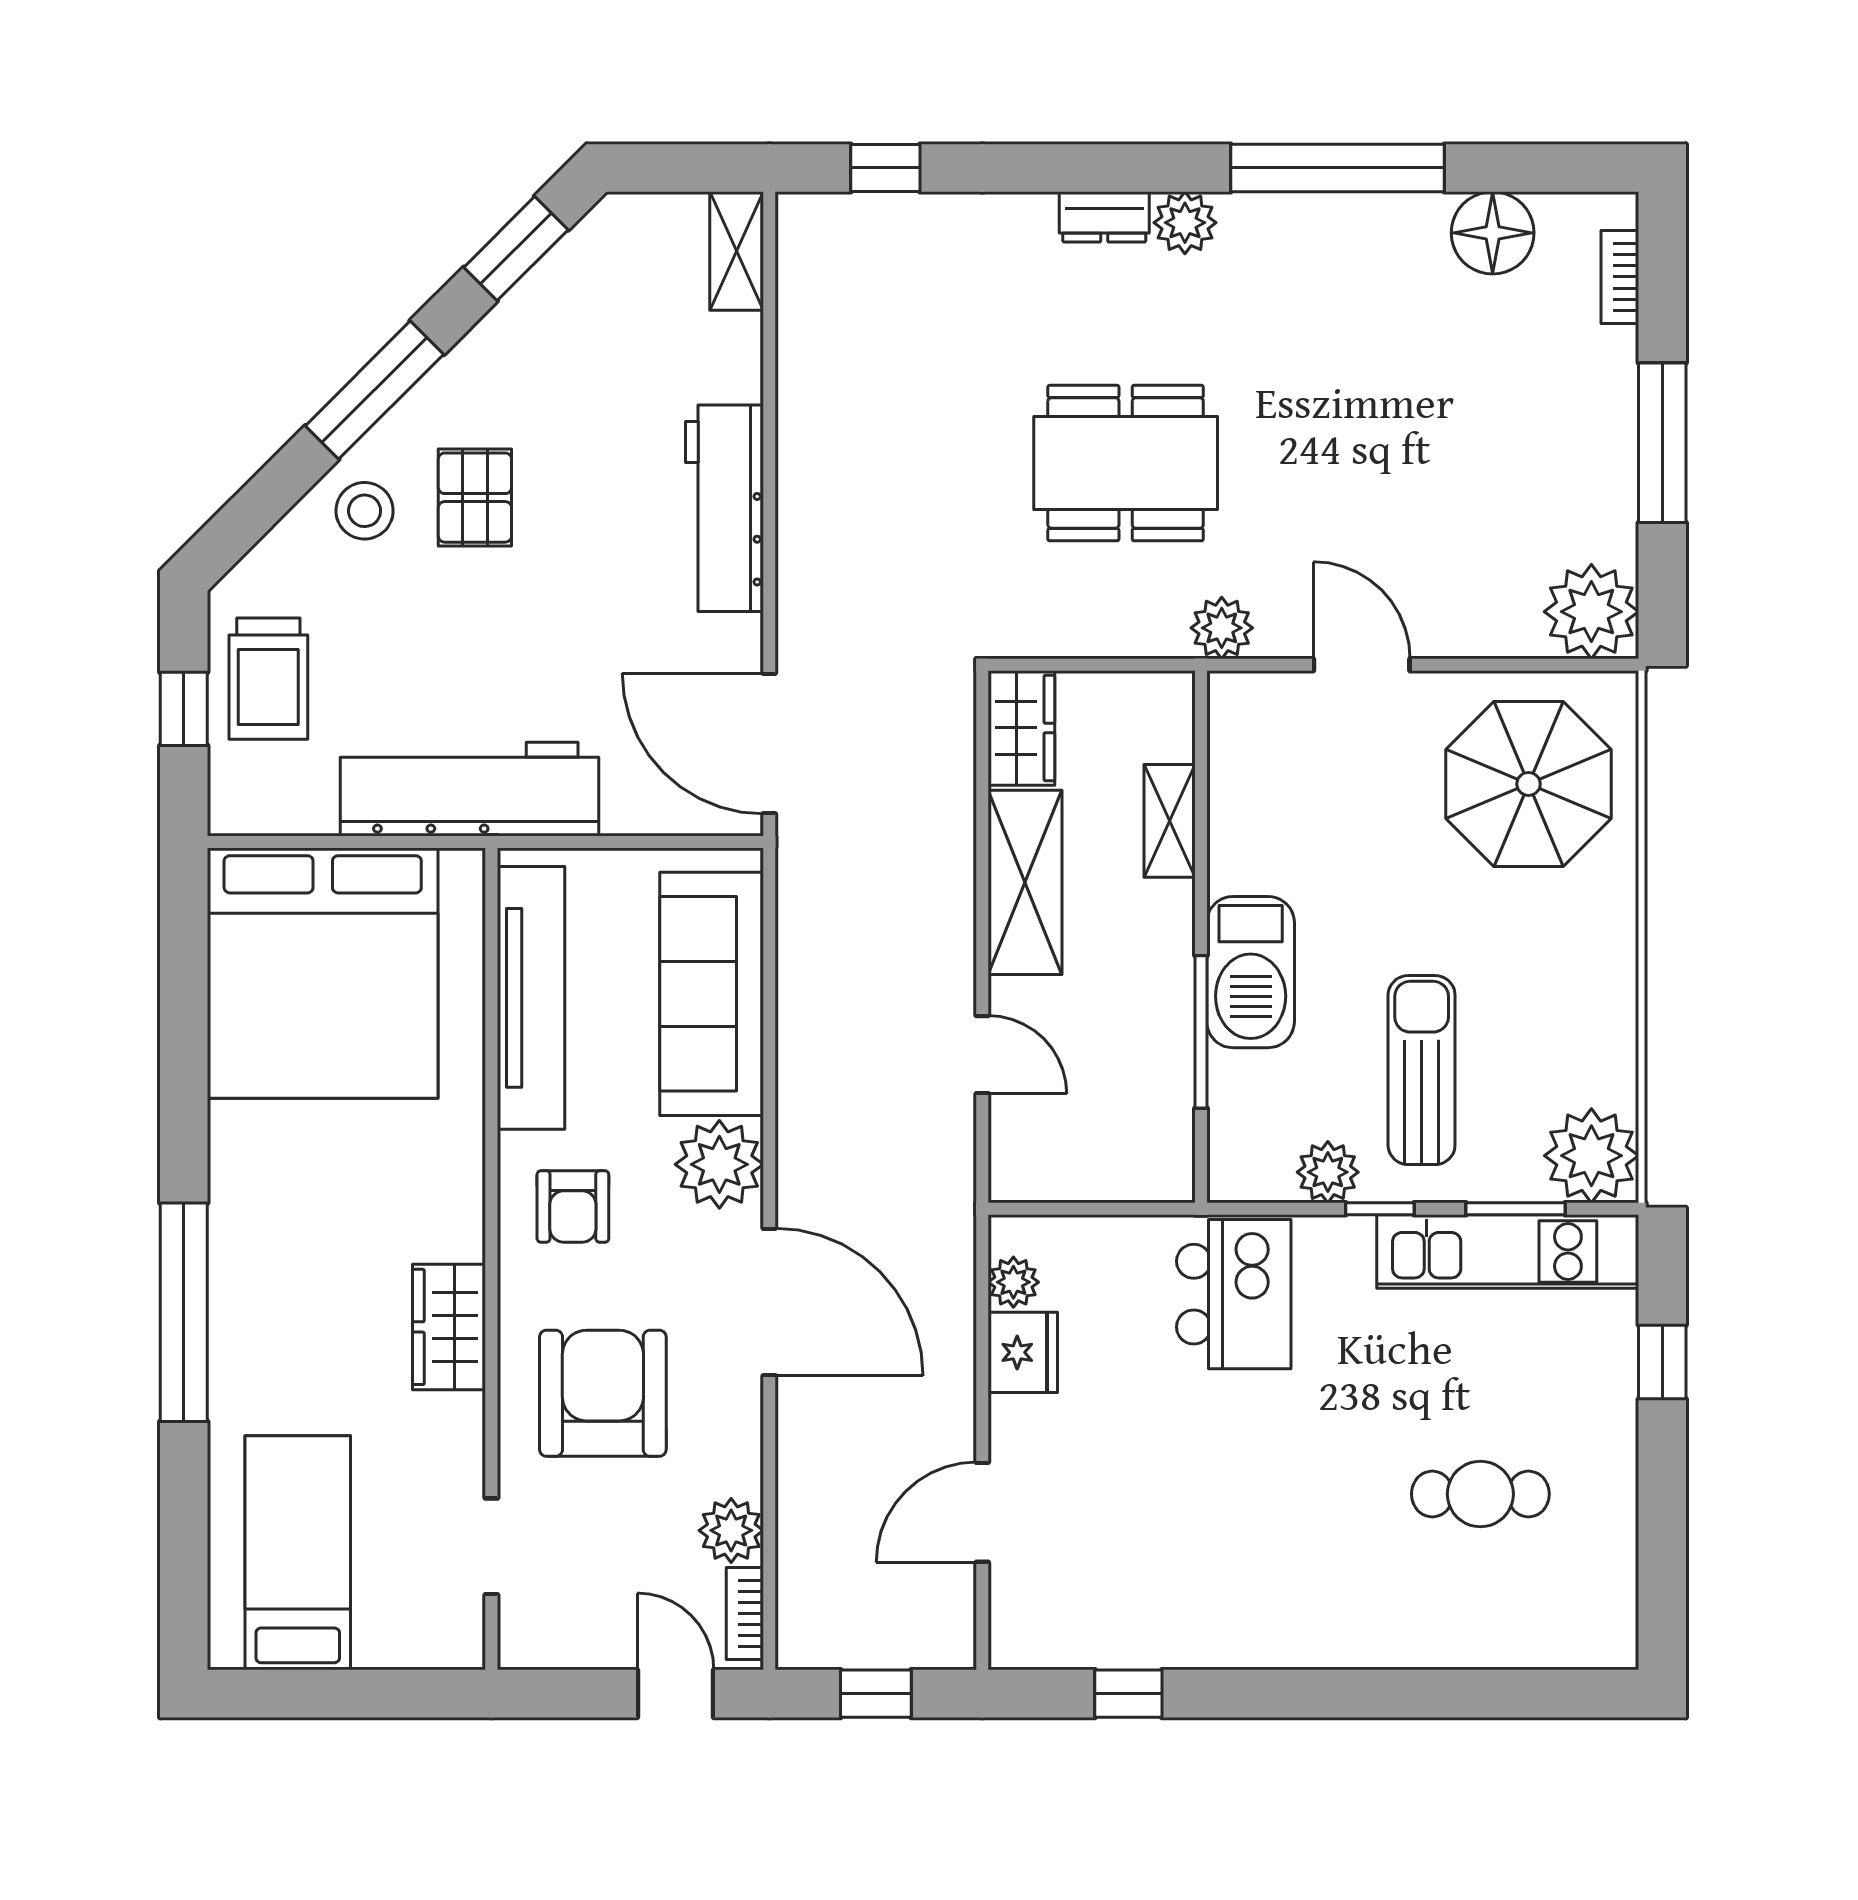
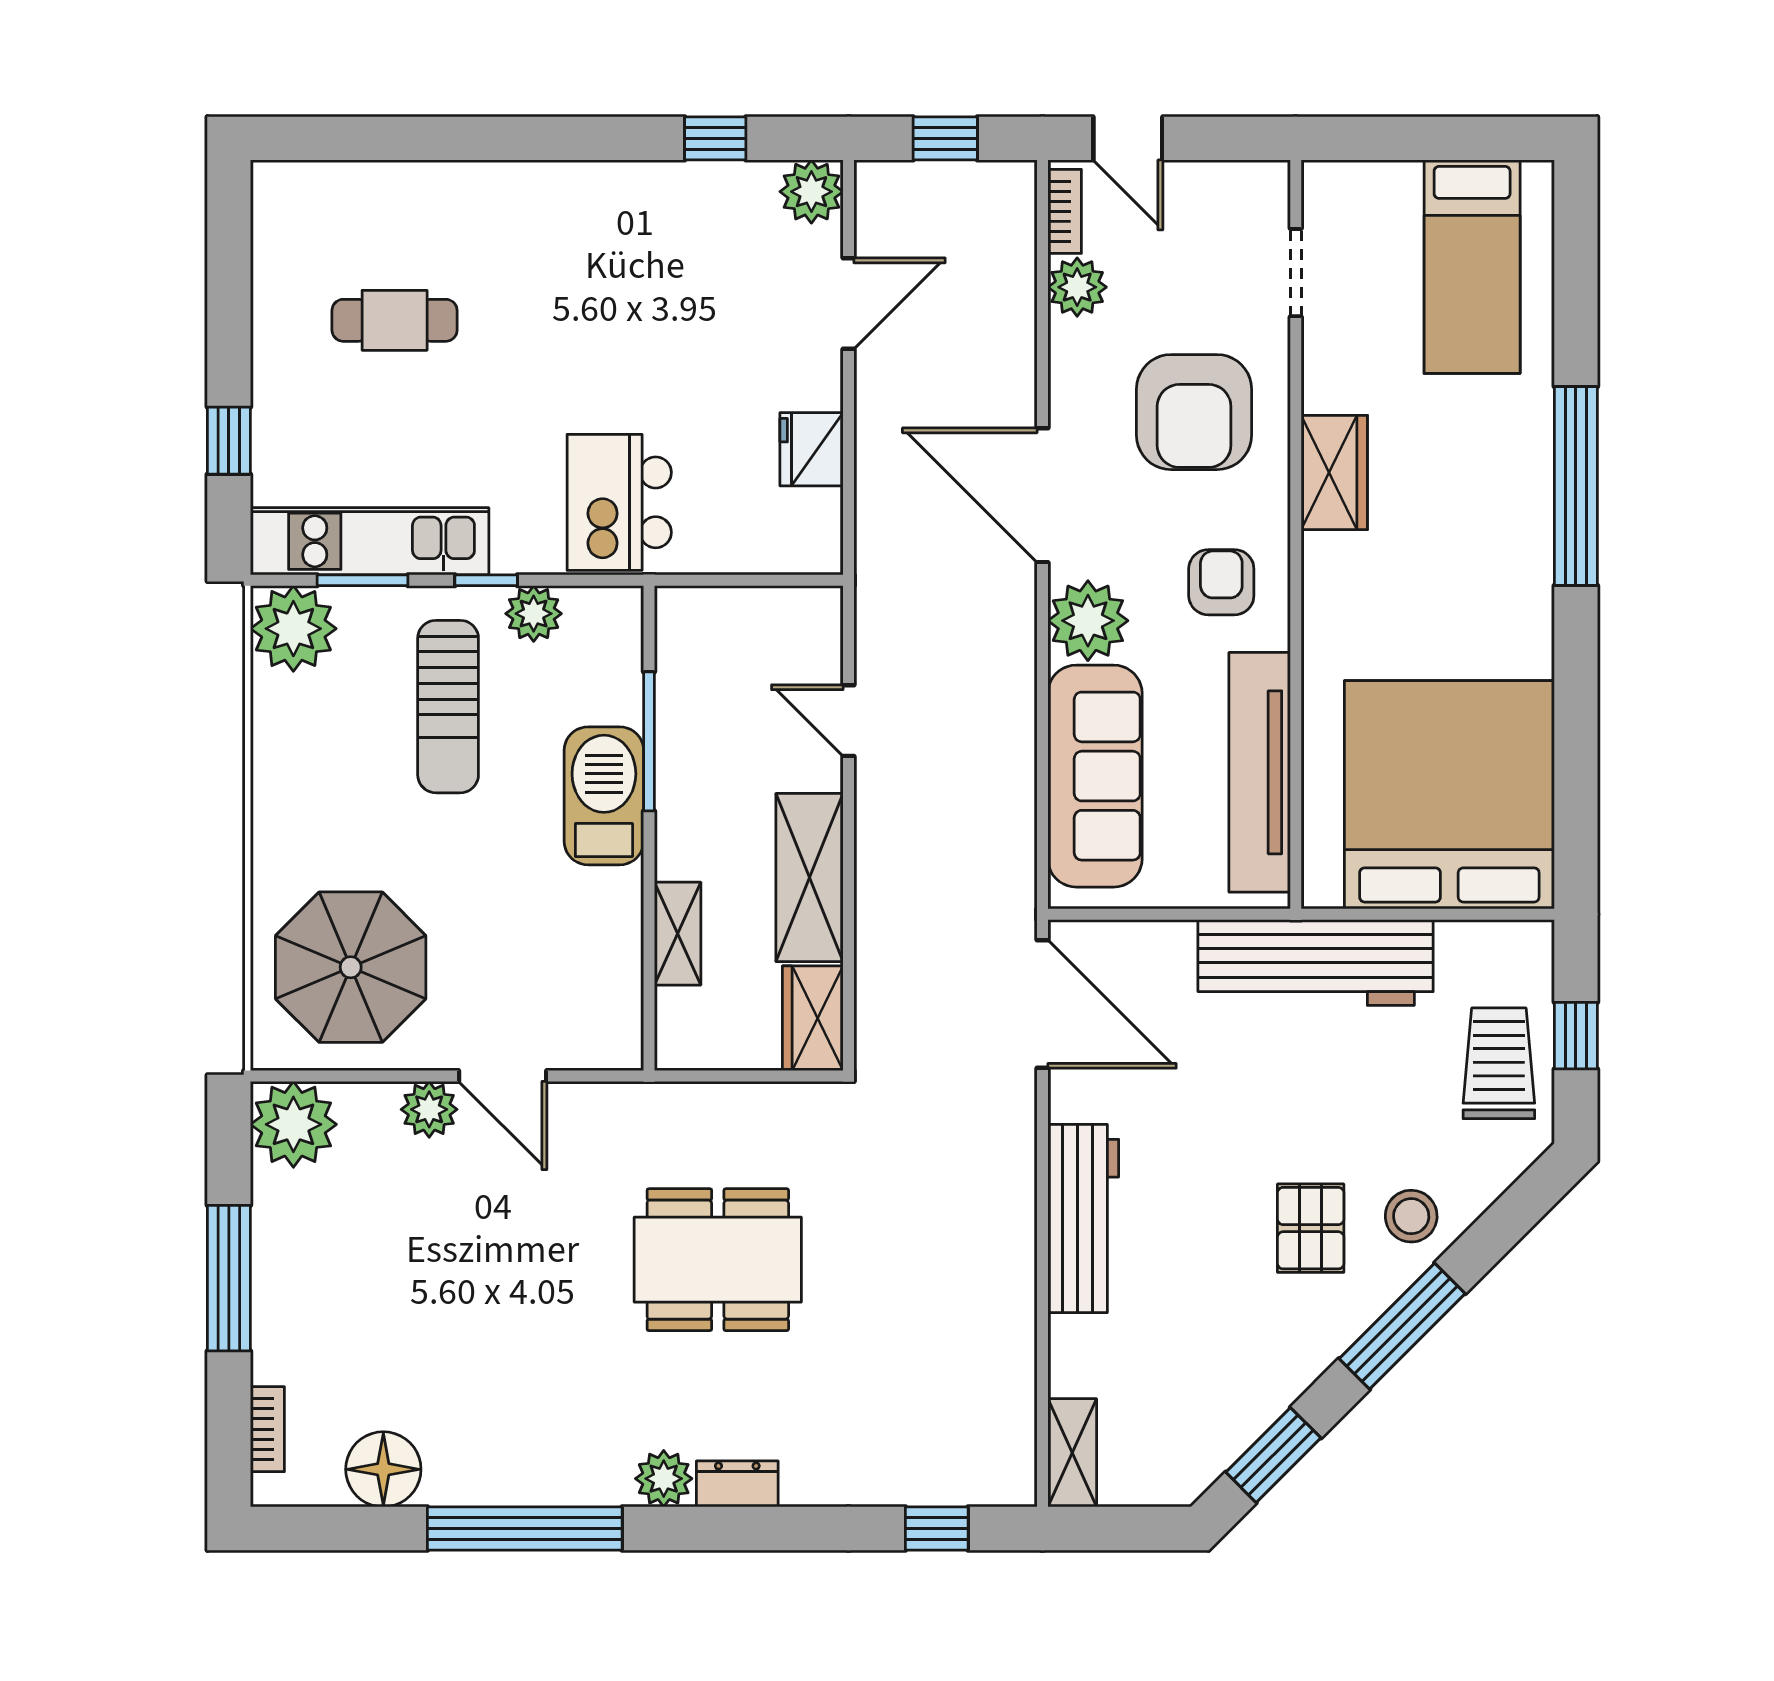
plant: (1222, 628) -> (429, 1109), moved
plant: (1013, 1282) -> (811, 192), moved, width x1.38, depth x1.38

